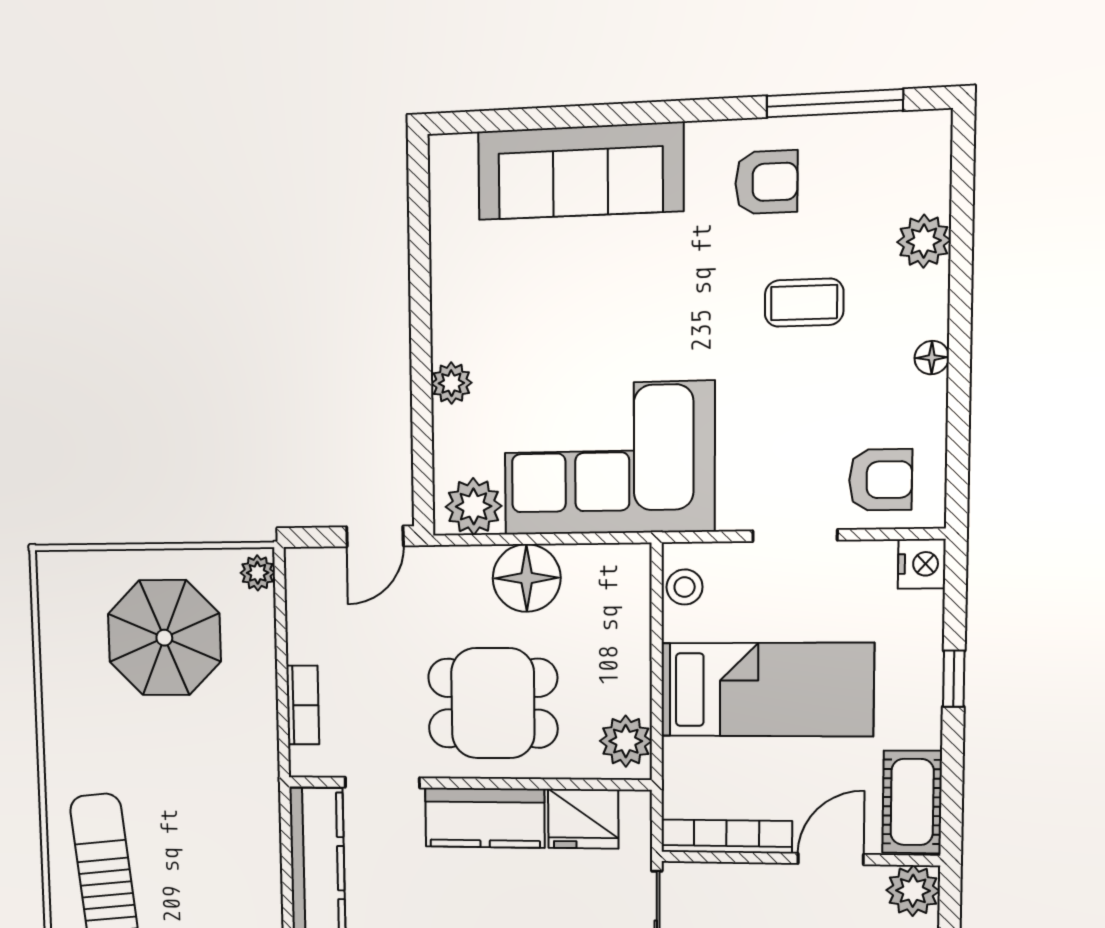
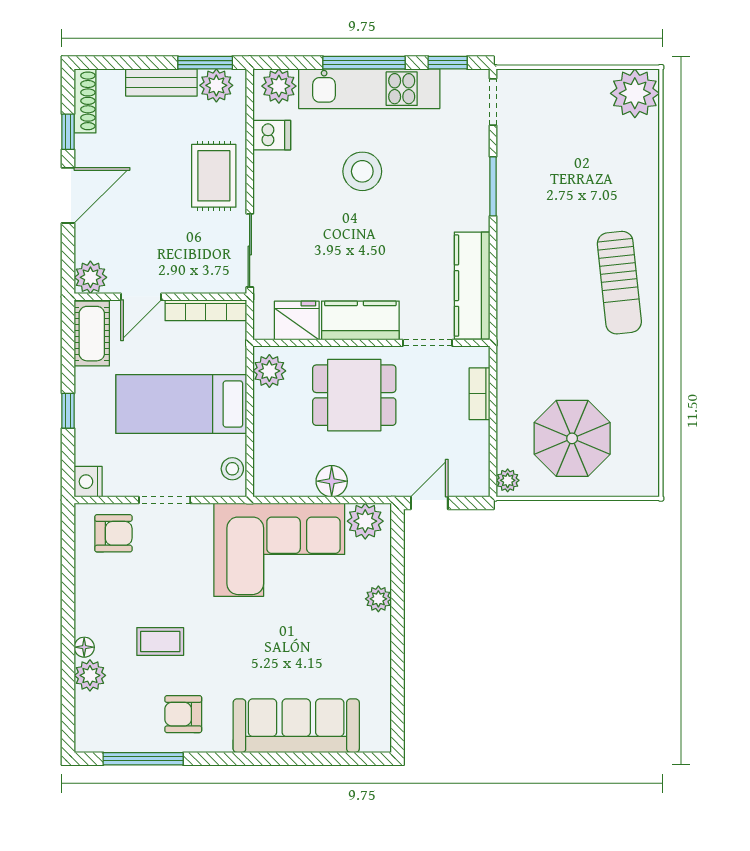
floor lamp: (932, 358) -> (84, 647), moved
armchair: (881, 480) -> (113, 533), turned 180
floor lamp: (527, 578) -> (332, 481), width x0.73, depth x0.73

